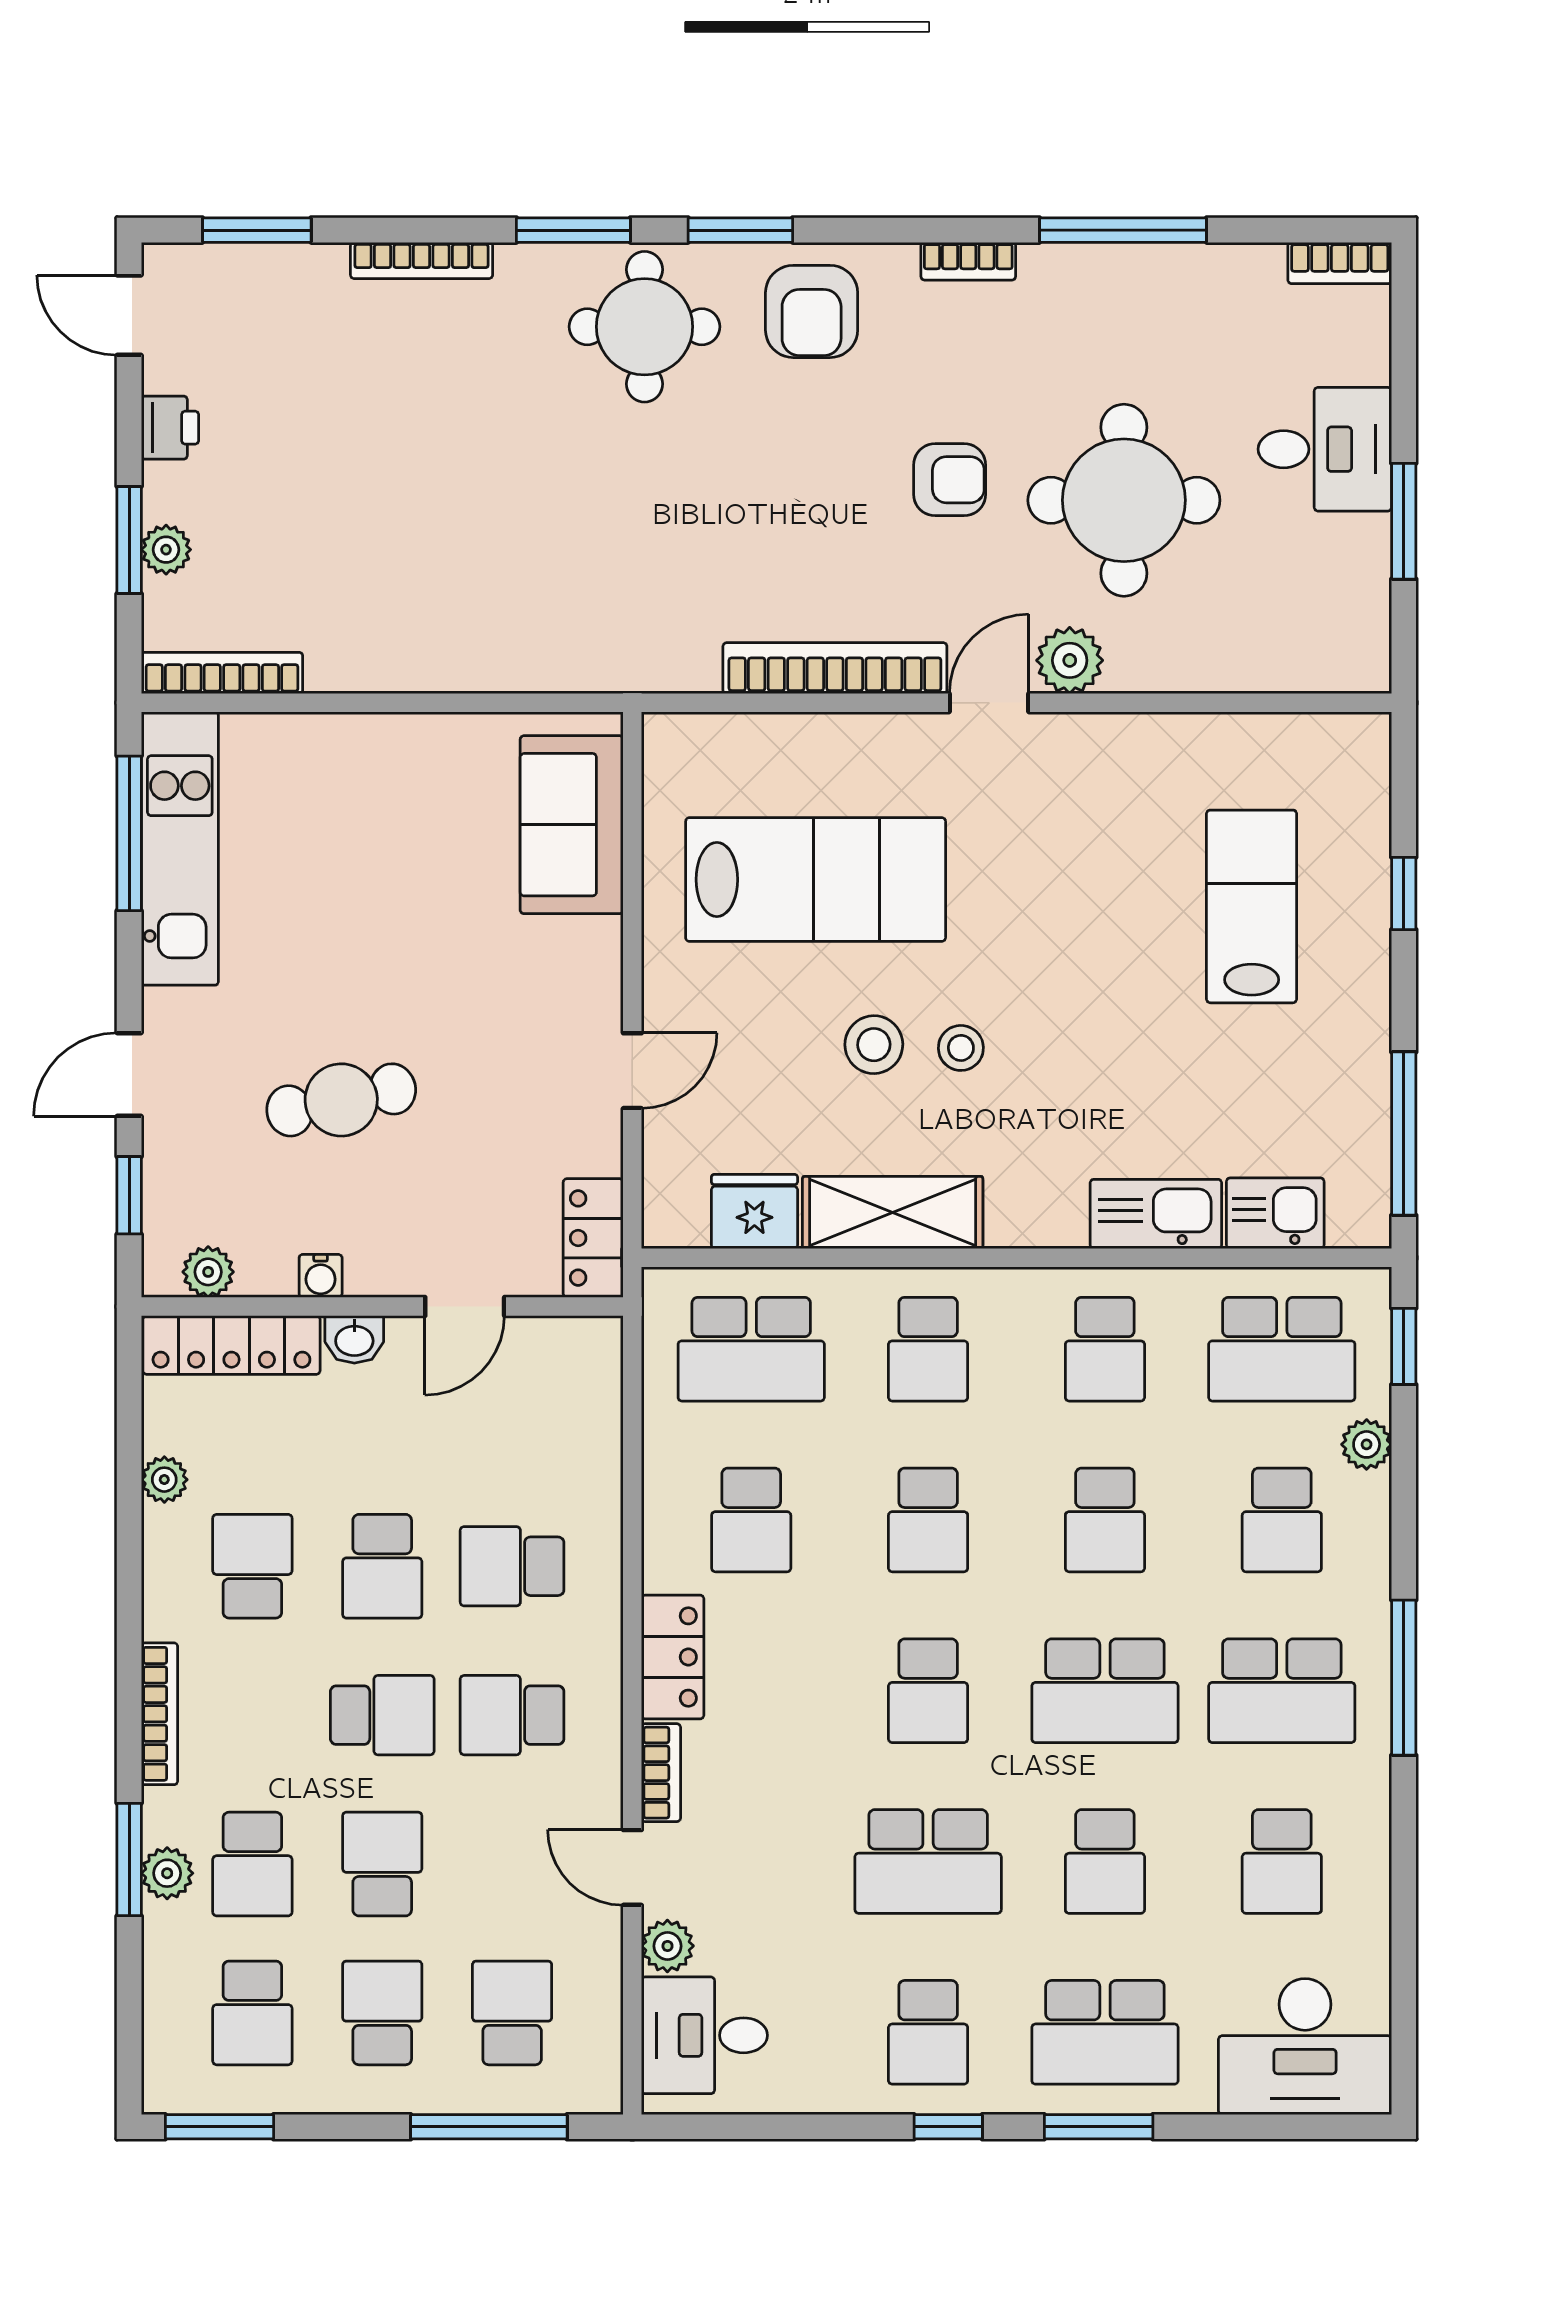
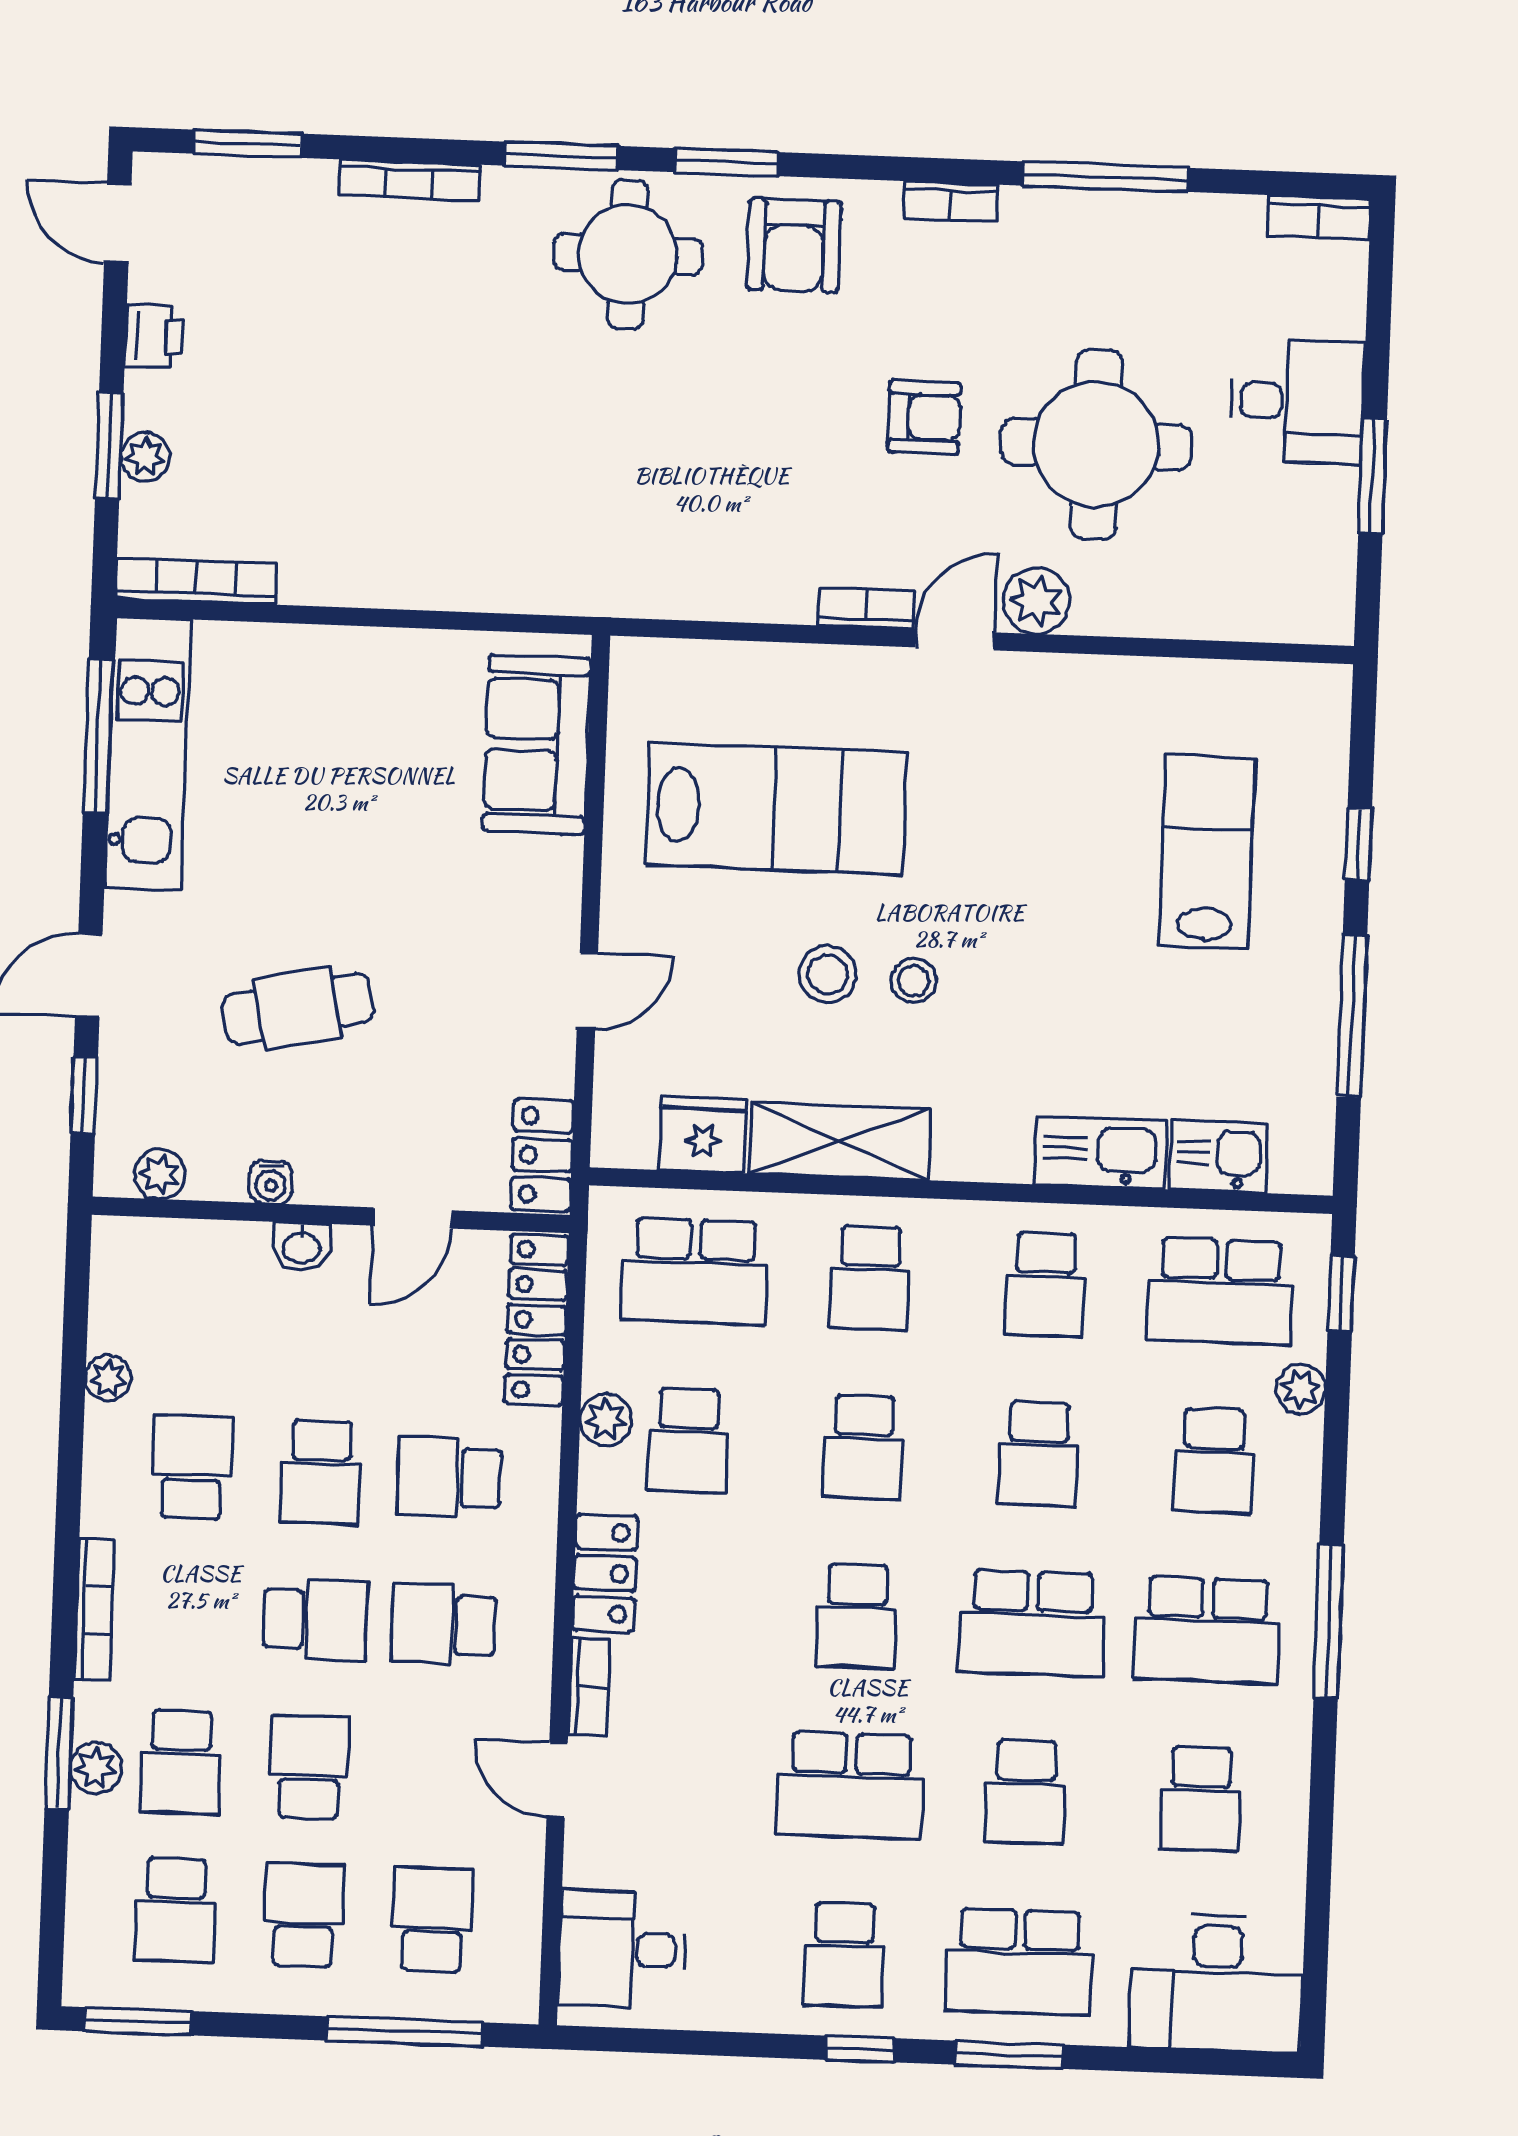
bookcase: (835, 668) -> (866, 608), width x0.43, depth x0.76
window: (1404, 1134) -> (1352, 1016), moved
locker: (231, 1345) -> (537, 1320), moved, turned 90
plant: (667, 1946) -> (606, 1420), moved

